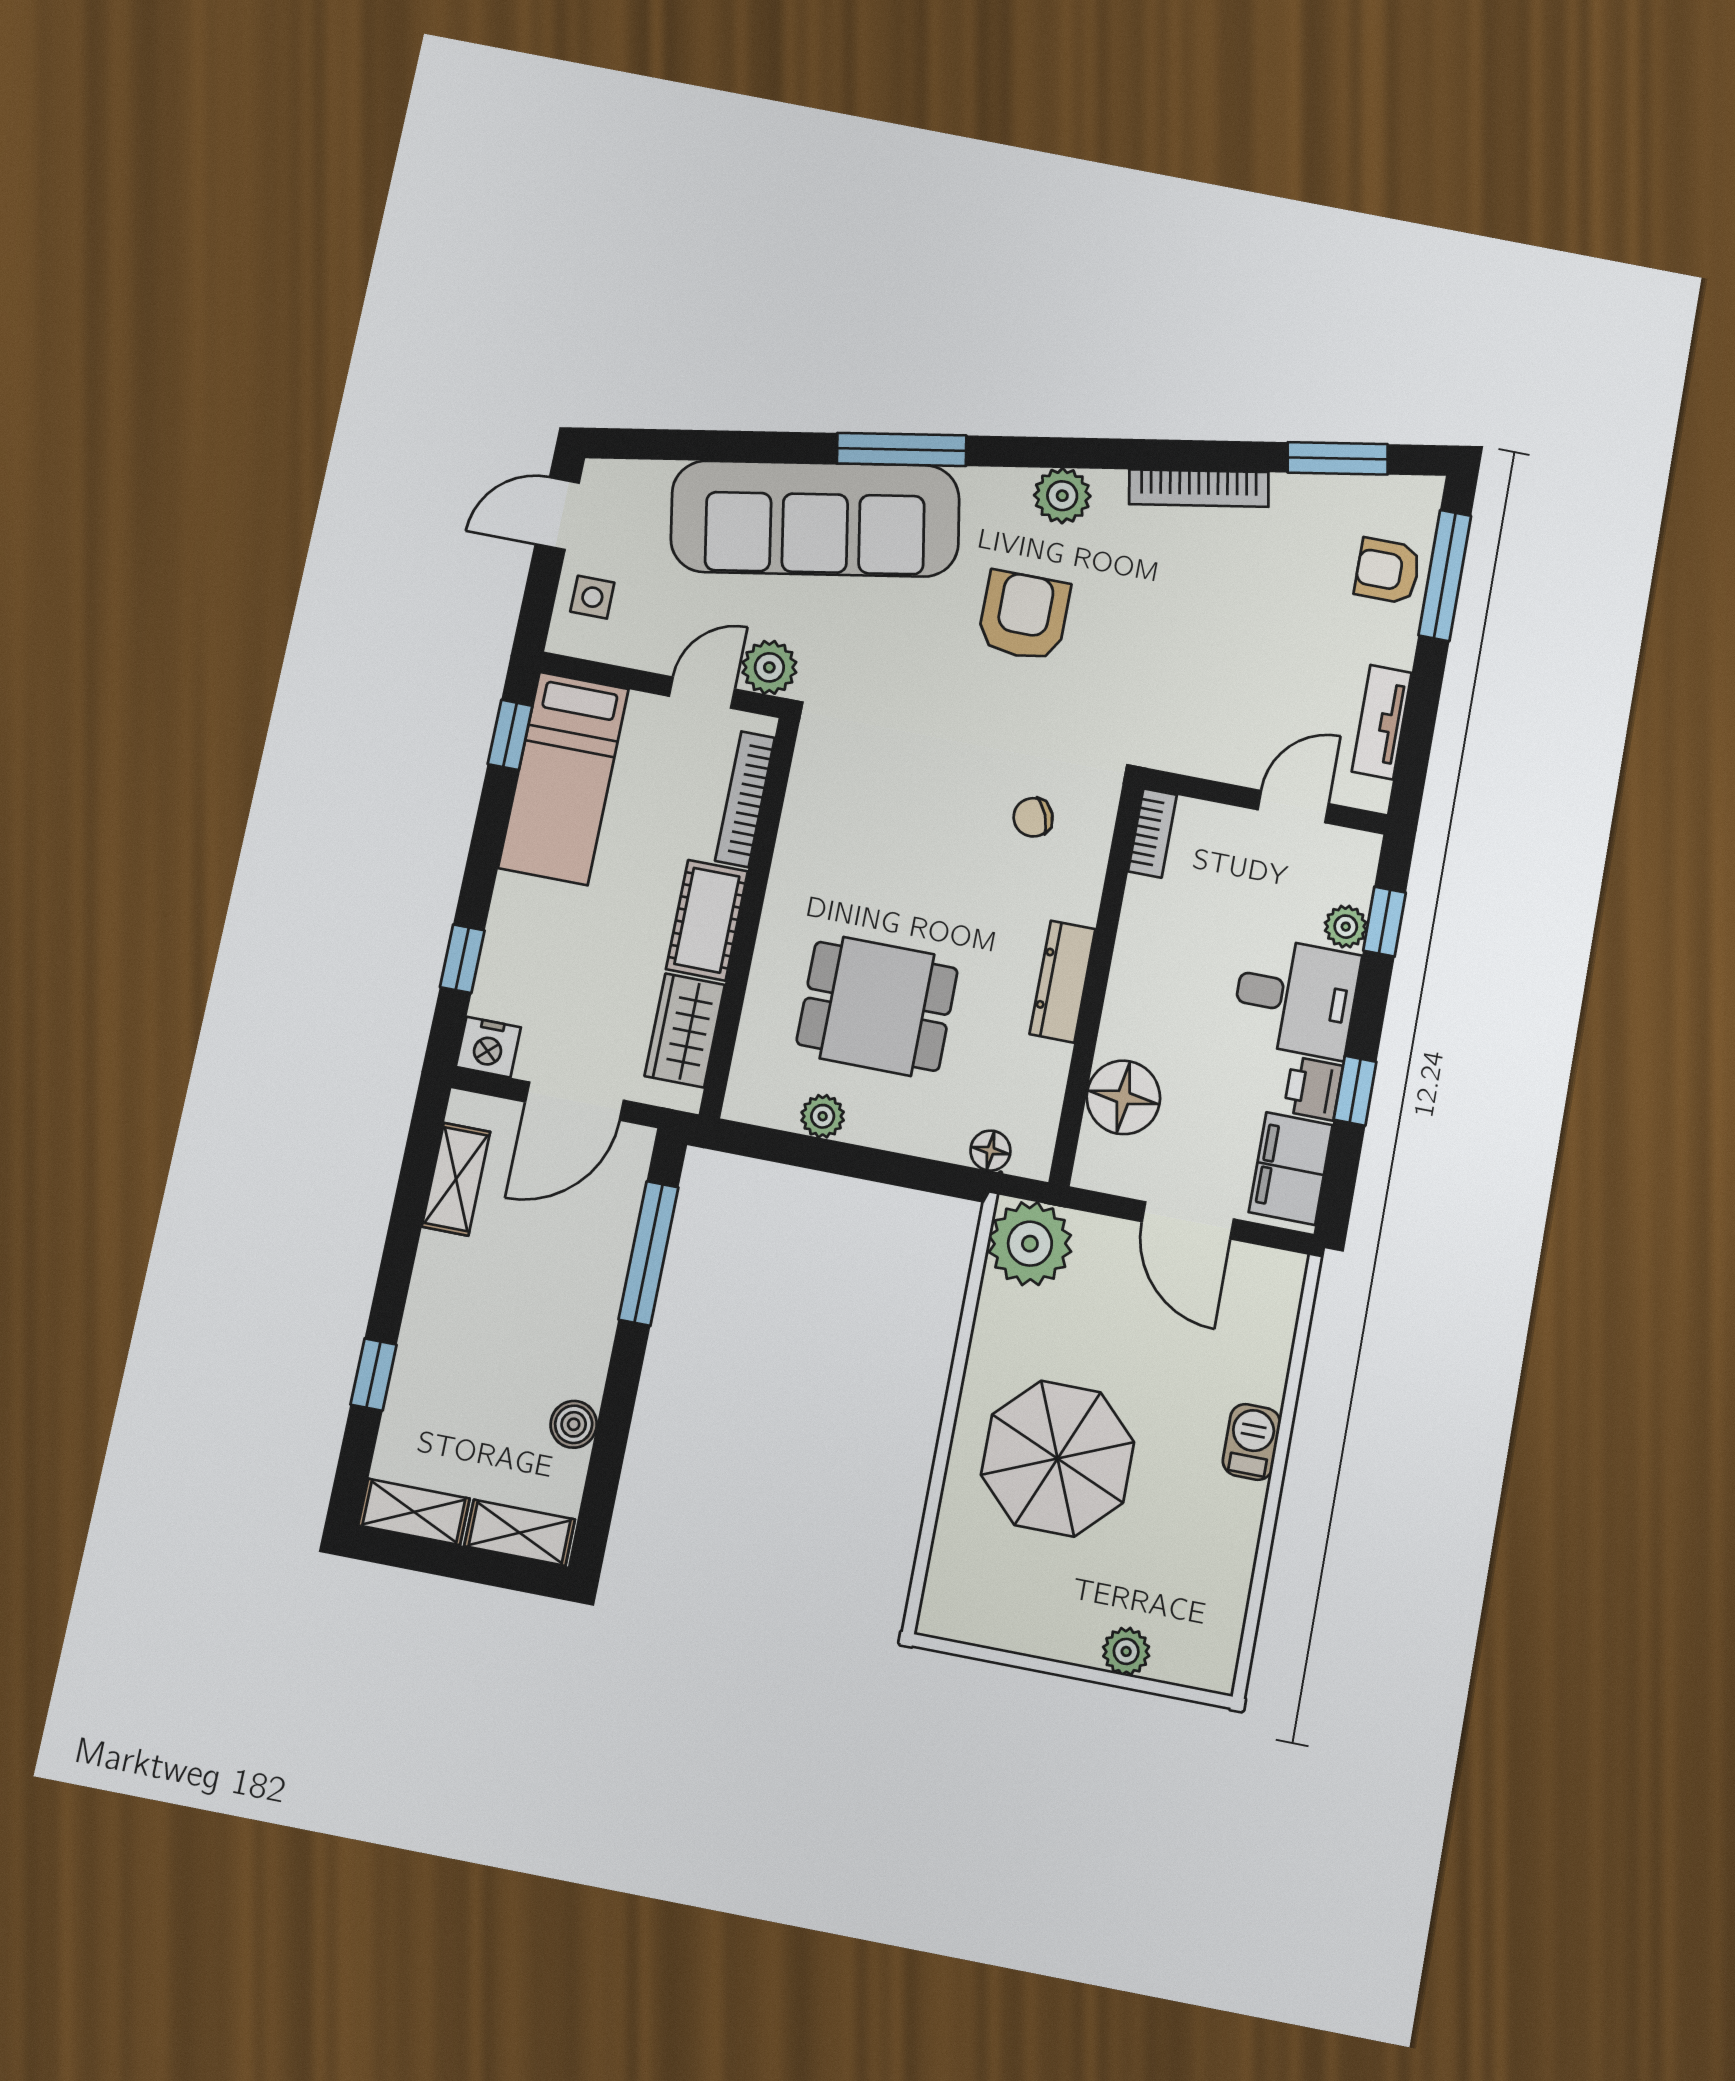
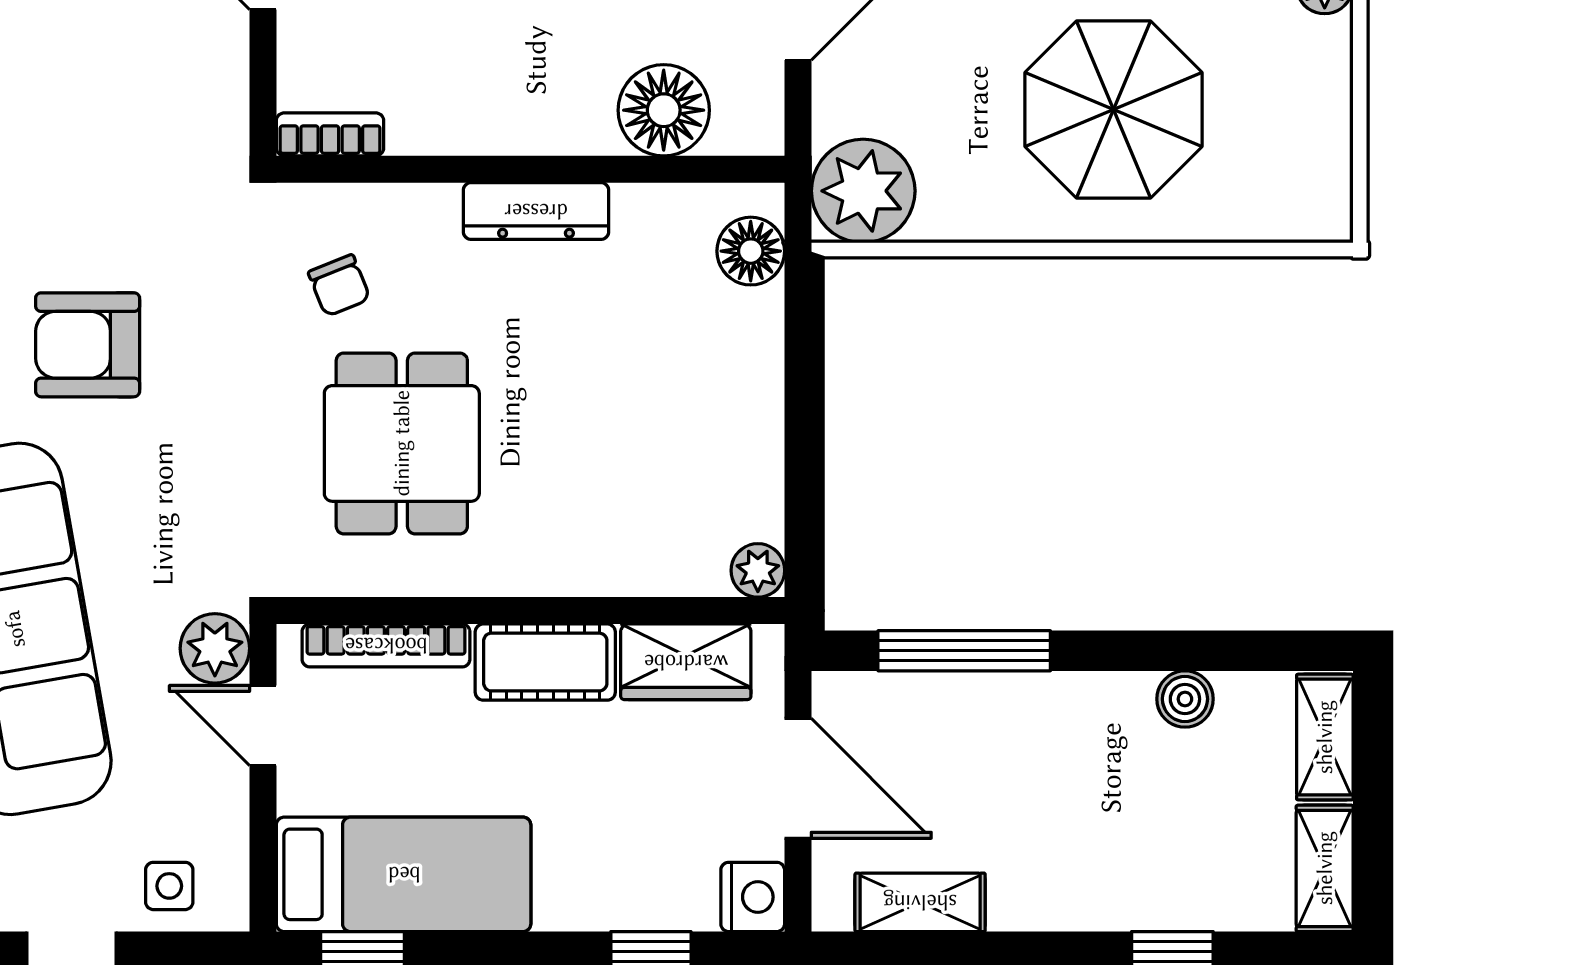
dining table: (877, 1006) -> (402, 443), moved
plant: (823, 1116) -> (758, 570), moved
floor lamp: (990, 1151) -> (751, 251), width x1.37, depth x1.37

